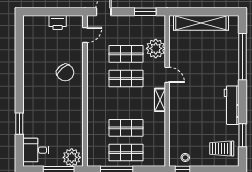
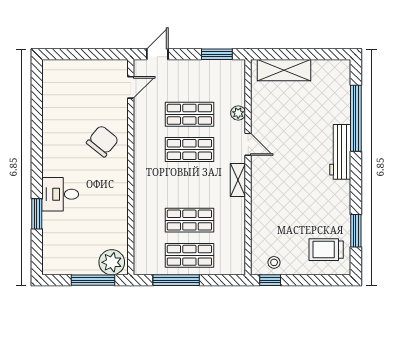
printer: (58, 22) -> (92, 69), removed
shelving: (201, 23) -> (284, 70), width x0.68
plant: (156, 48) -> (238, 113), width x0.53, depth x0.53
chair: (65, 73) -> (103, 141), turned -100
workbench: (232, 105) -> (340, 152), moved
desk: (36, 150) -> (60, 194), moved

